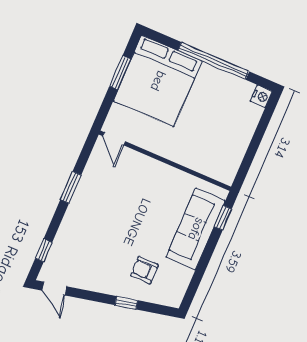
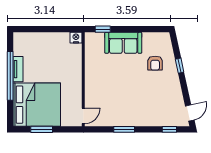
tv unit: (218, 76) -> (18, 69), added
nightstand: (261, 96) -> (76, 38), moved
sofa: (196, 229) -> (123, 43), width x0.73

